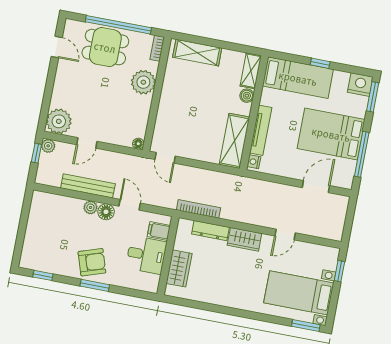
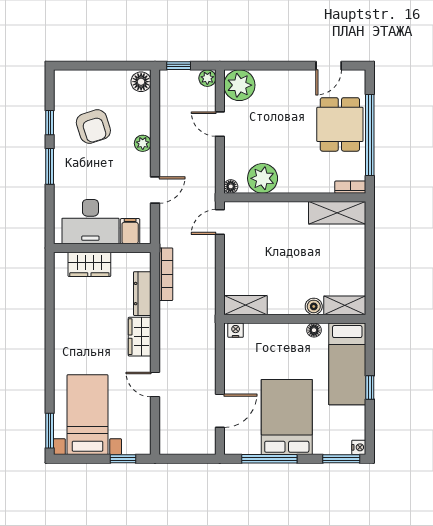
shelving: (197, 53) -> (337, 213), moved, turned 90
plant: (143, 82) -> (263, 178), moved
nightstand: (360, 85) -> (359, 447), width x0.53, depth x0.56
floor lamp: (266, 99) -> (314, 330), added
tv unit: (261, 130) -> (275, 331), removed
shelving: (234, 141) -> (245, 305), width x0.67, depth x0.75
window: (36, 153) -> (179, 66), moved
bench: (88, 186) -> (168, 135), removed
door: (316, 187) -> (220, 411), hinge flipped
floor lamp: (106, 212) -> (141, 82), moved
desk: (146, 255) -> (90, 222), width x1.37
armchair: (92, 262) -> (93, 127), moved
window: (43, 275) -> (50, 123), moved

